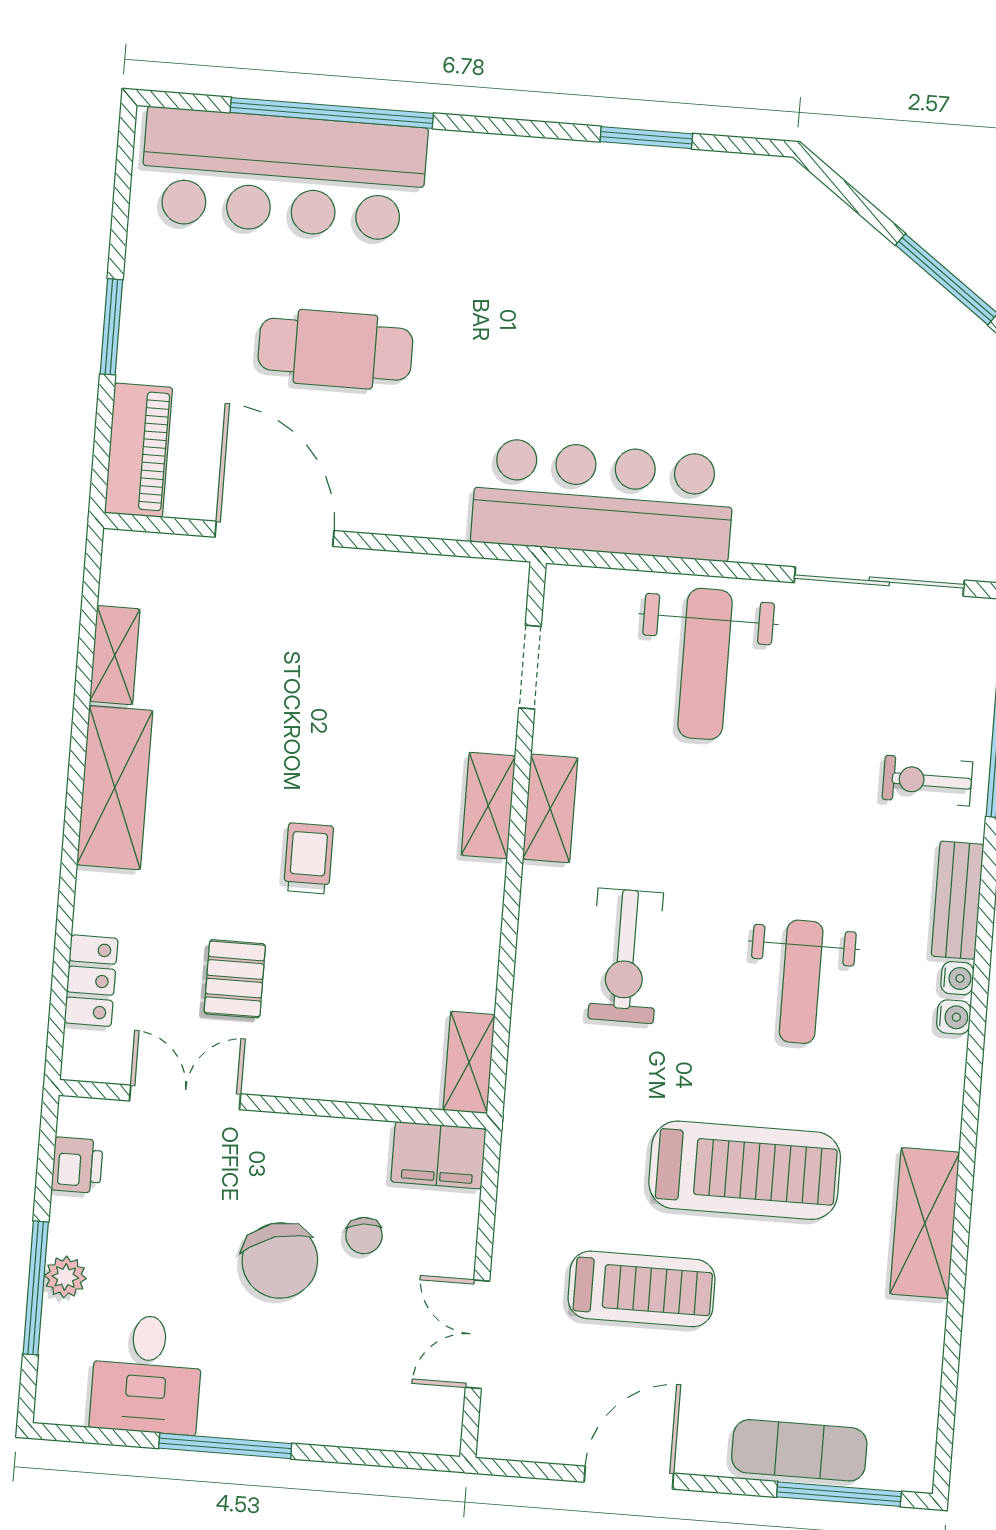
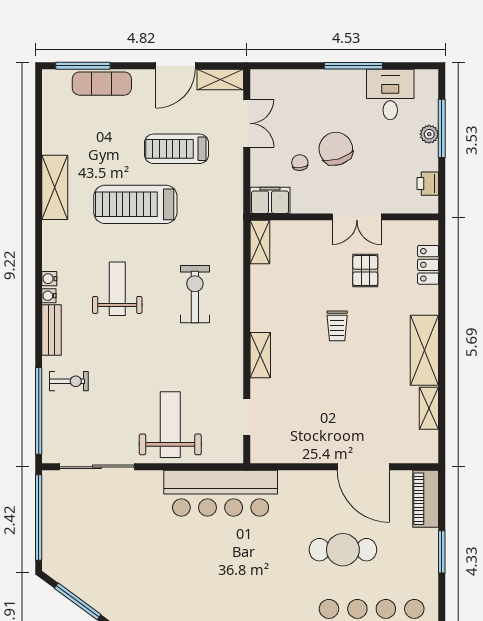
shelving: (550, 808) -> (220, 79), moved, turned 90
double door: (185, 1097) -> (357, 217), moved

